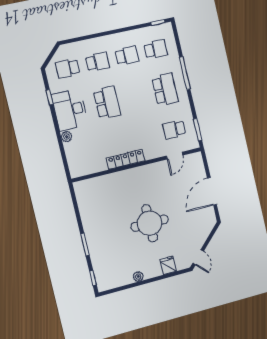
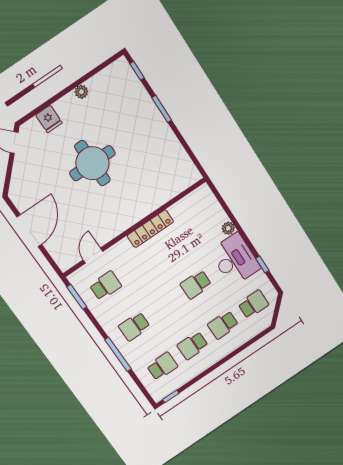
school desk: (156, 49) -> (162, 366), turned 180
school desk: (165, 90) -> (134, 326), width x0.54
school desk: (107, 103) -> (196, 285), width x0.54

